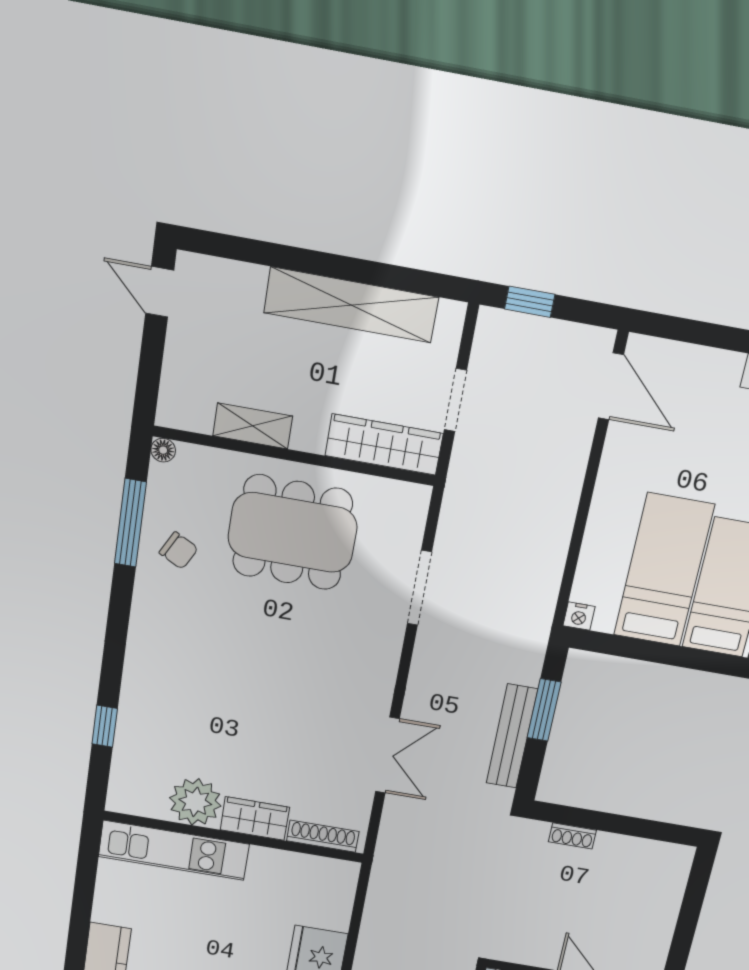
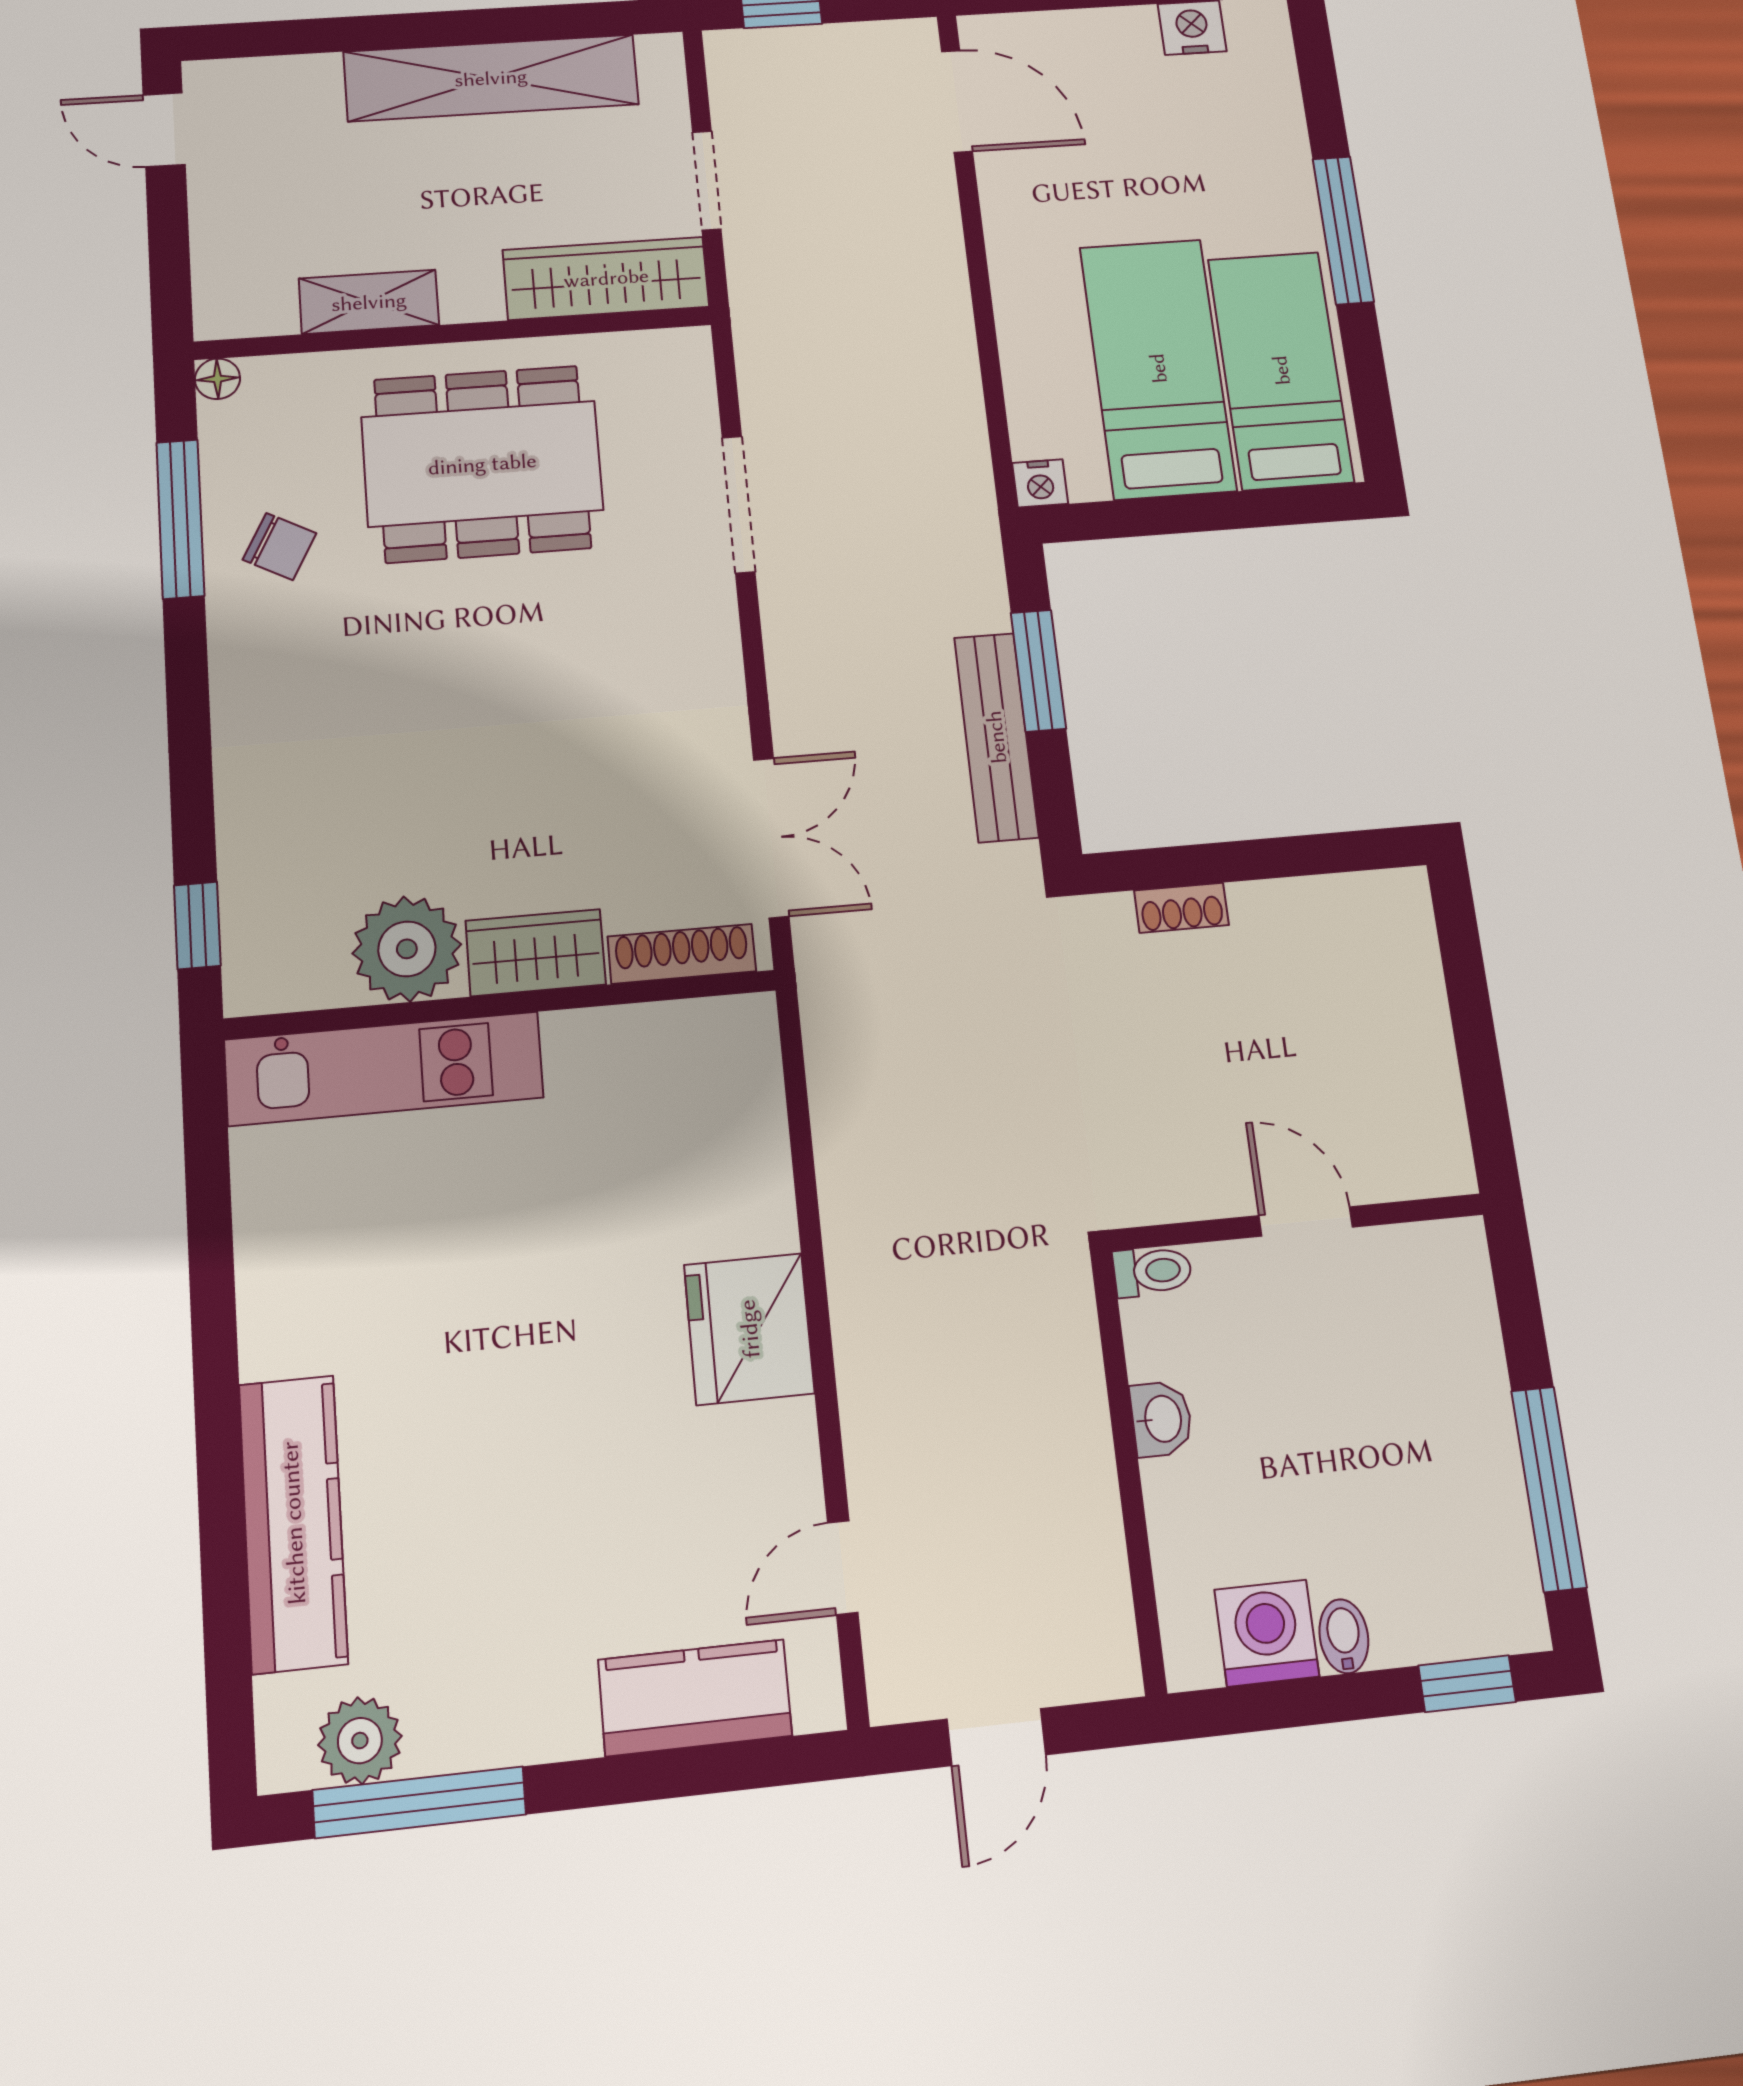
plant: (195, 802) -> (407, 949), moved
wardrobe: (255, 819) -> (536, 953), moved
shoe rack: (323, 836) -> (682, 954), moved
wall: (234, 837) -> (501, 1004), moved
kitchen unit: (174, 850) -> (384, 1069), moved

